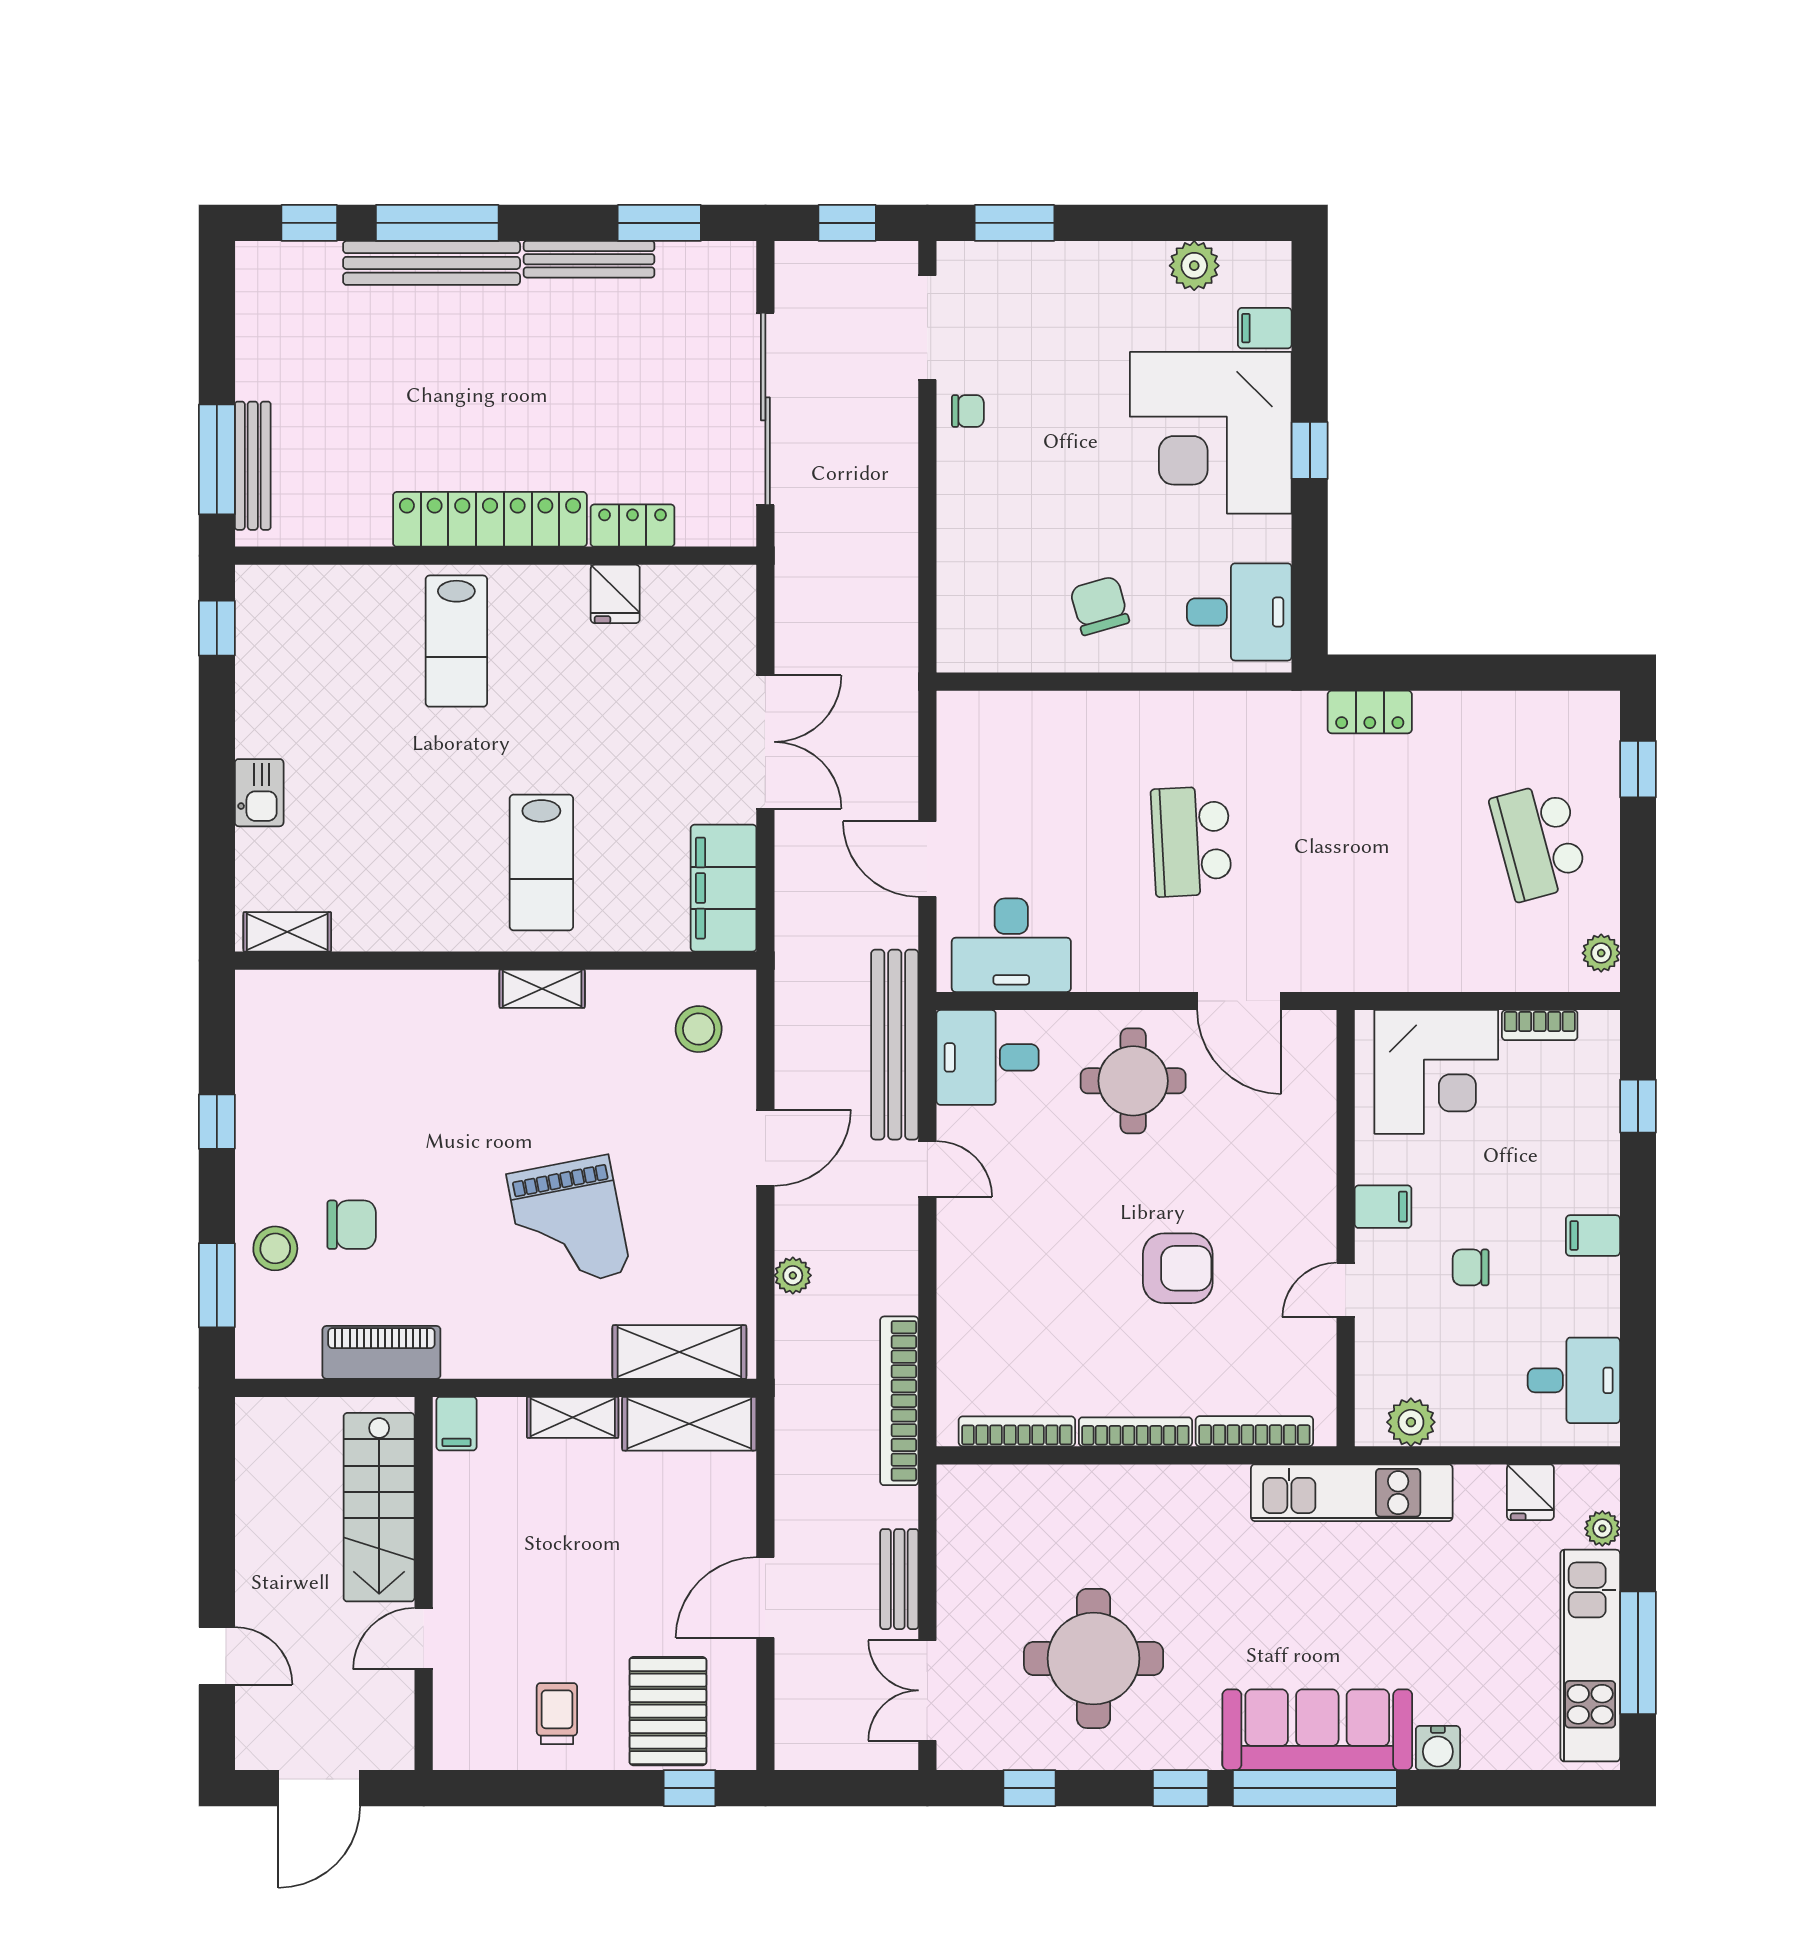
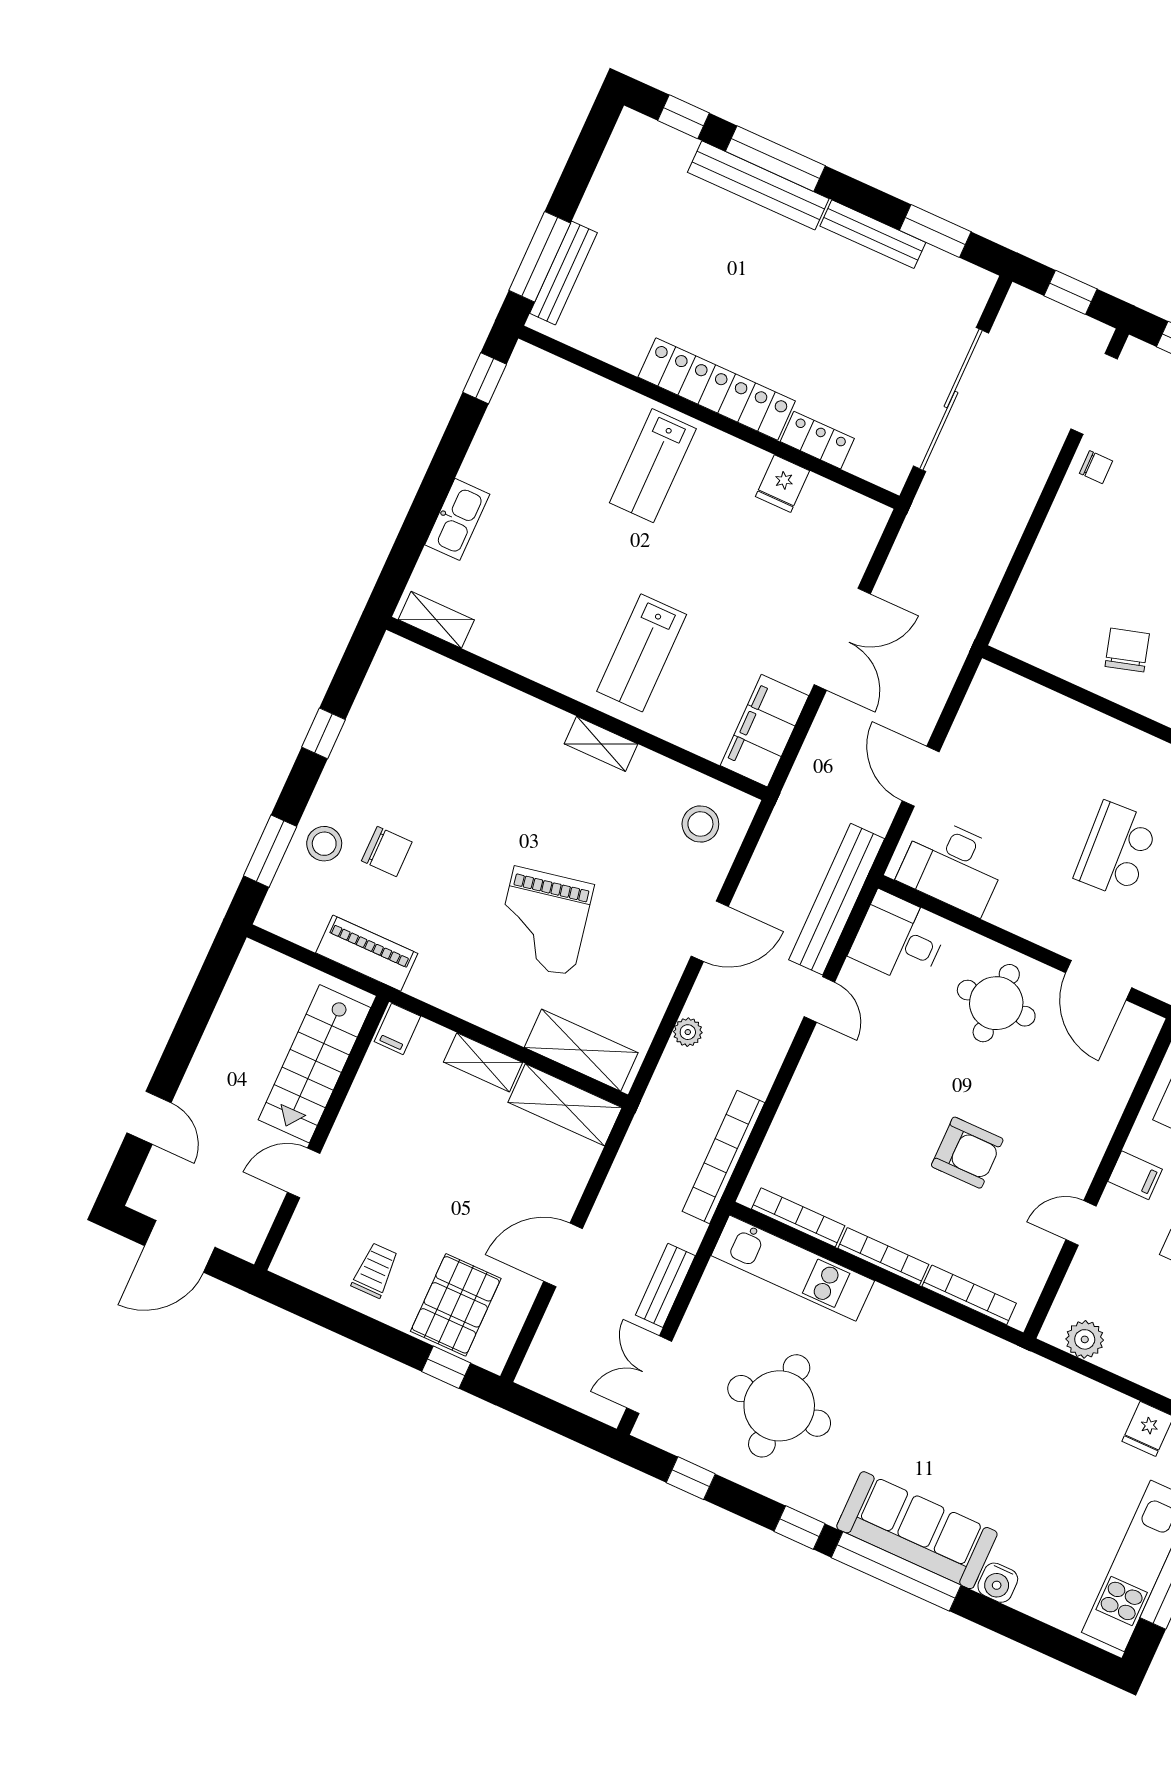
kitchen sink: (259, 793) -> (457, 519), width x1.38
kitchen unit: (1352, 1493) -> (793, 1268), moved

